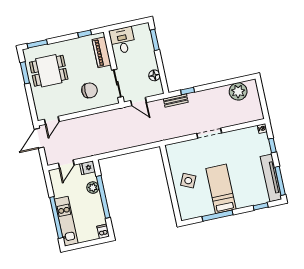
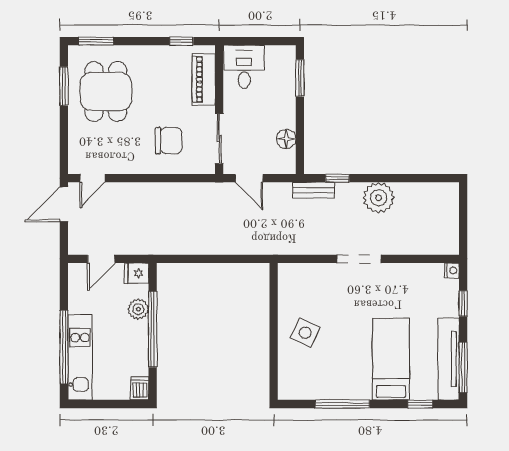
dining table: (49, 71) -> (106, 92), turned 90
plant: (238, 91) -> (379, 198), moved
bed: (221, 189) -> (391, 359), moved

